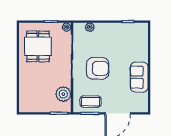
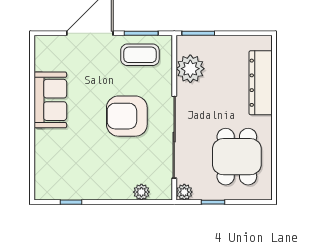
dresser: (25, 86) -> (261, 83), added

